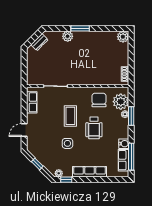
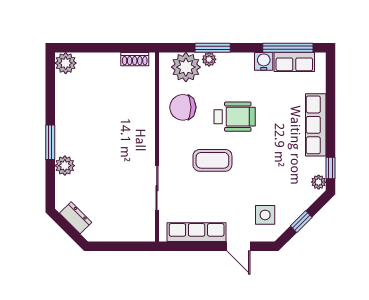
row of seats: (32, 102) -> (197, 232), width x1.48
side table: (67, 143) -> (265, 215), moved

